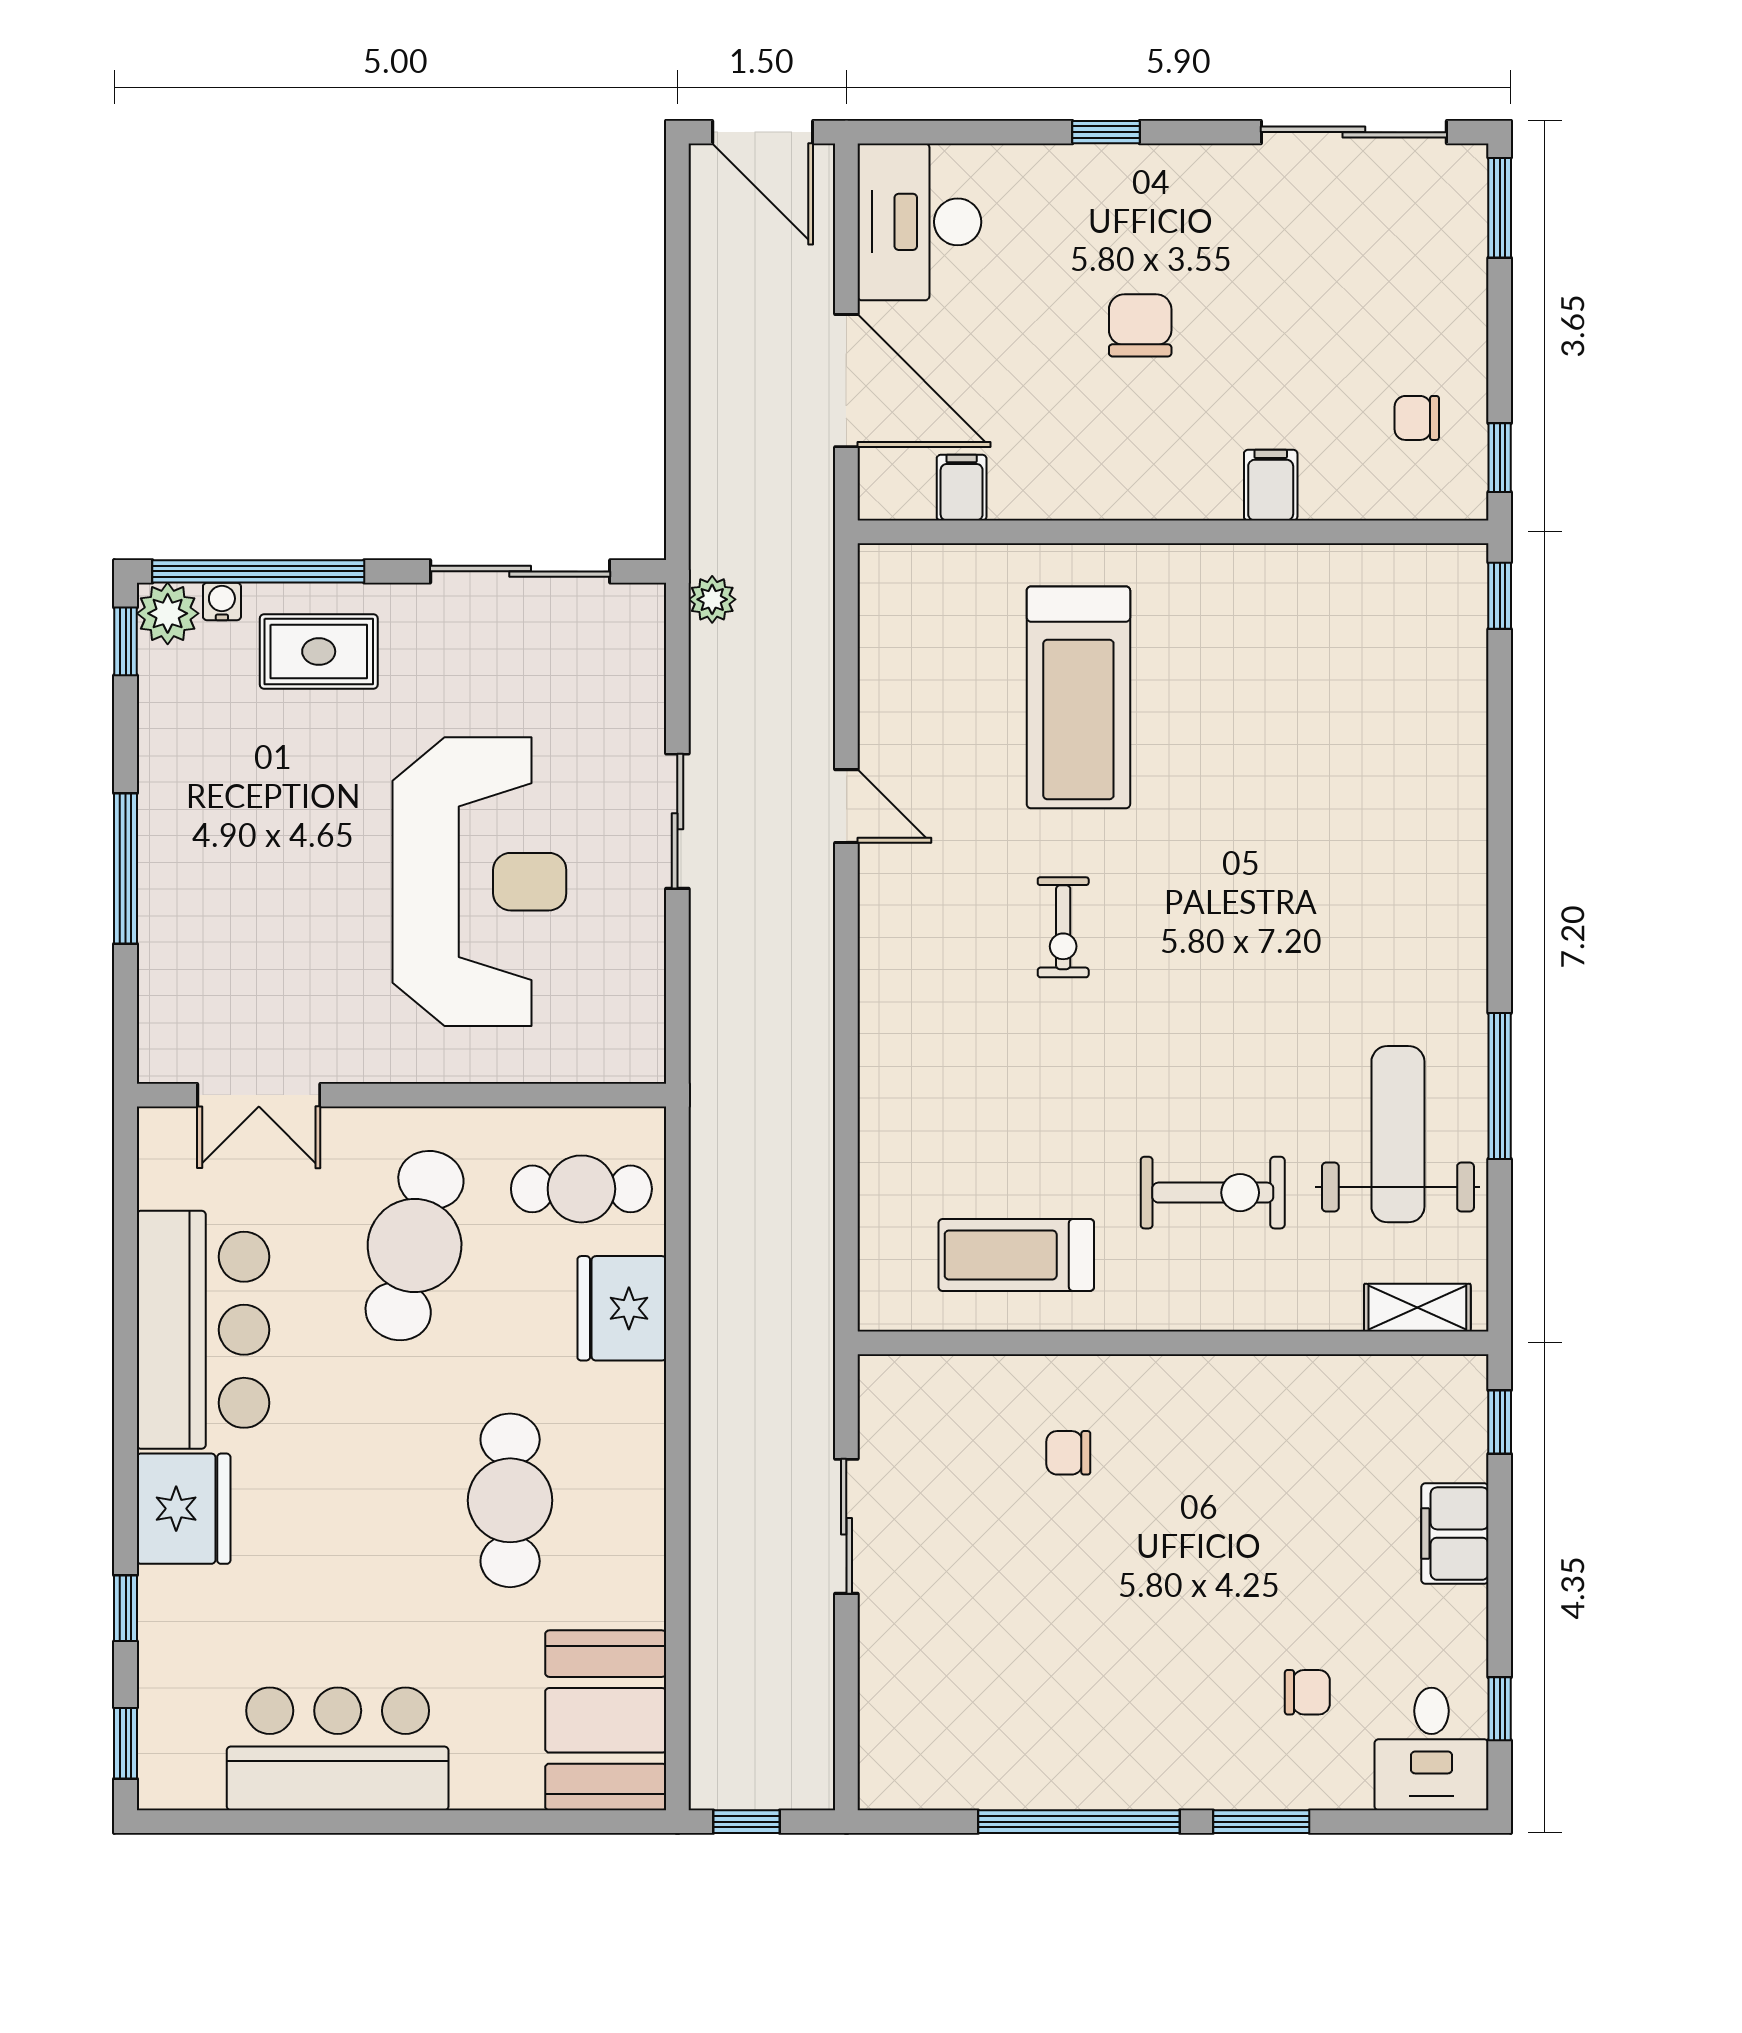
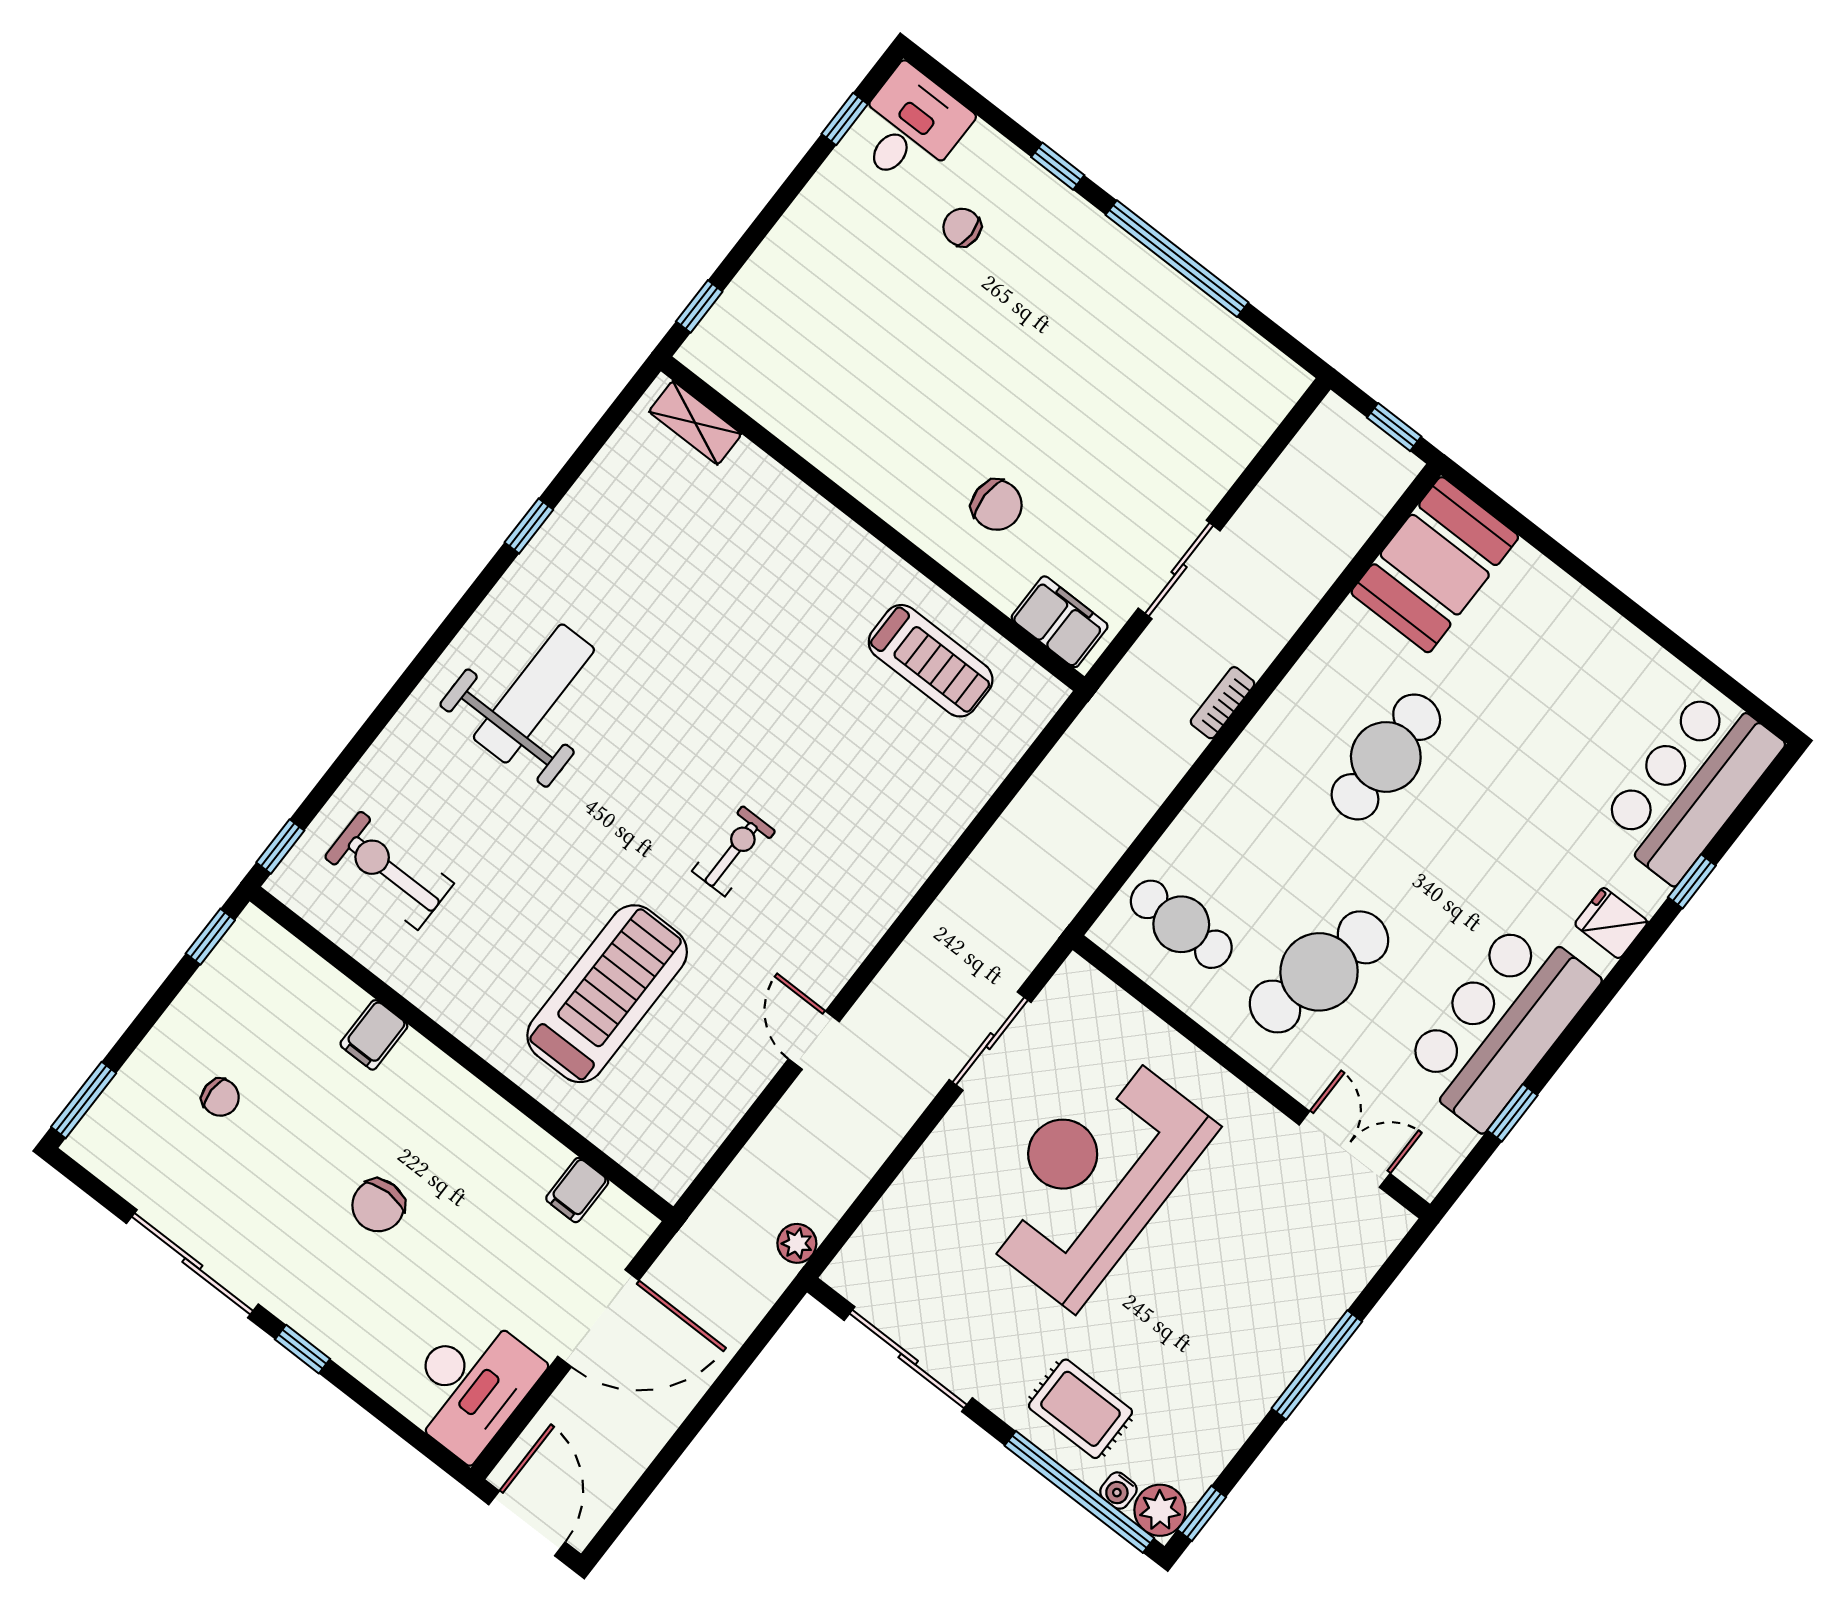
sliding door: (1354, 132) -> (192, 1264), moved
door: (846, 381) -> (598, 1318), swing flipped
chair: (1417, 418) -> (220, 1097), moved
sliding door: (677, 821) -> (990, 1041), moved
window: (1500, 1086) -> (529, 526), width x0.46
weight bench: (1398, 1134) -> (534, 694), moved, turned 180
exercise bike: (1213, 1193) -> (389, 870), moved
fridge: (622, 1308) -> (1215, 826), removed
bookcase: (706, 1431) -> (1222, 703), added
chair: (1068, 1453) -> (997, 505), width x1.37, depth x1.37
fridge: (184, 1509) -> (1611, 923), width x0.53, depth x0.75
filing cabinet: (1455, 1534) -> (1060, 622), moved, turned -90
window: (126, 1743) -> (1512, 1113), moved
bar counter: (338, 1749) -> (1691, 785), moved, turned 90
window: (1261, 1822) -> (1058, 166), width x0.67

